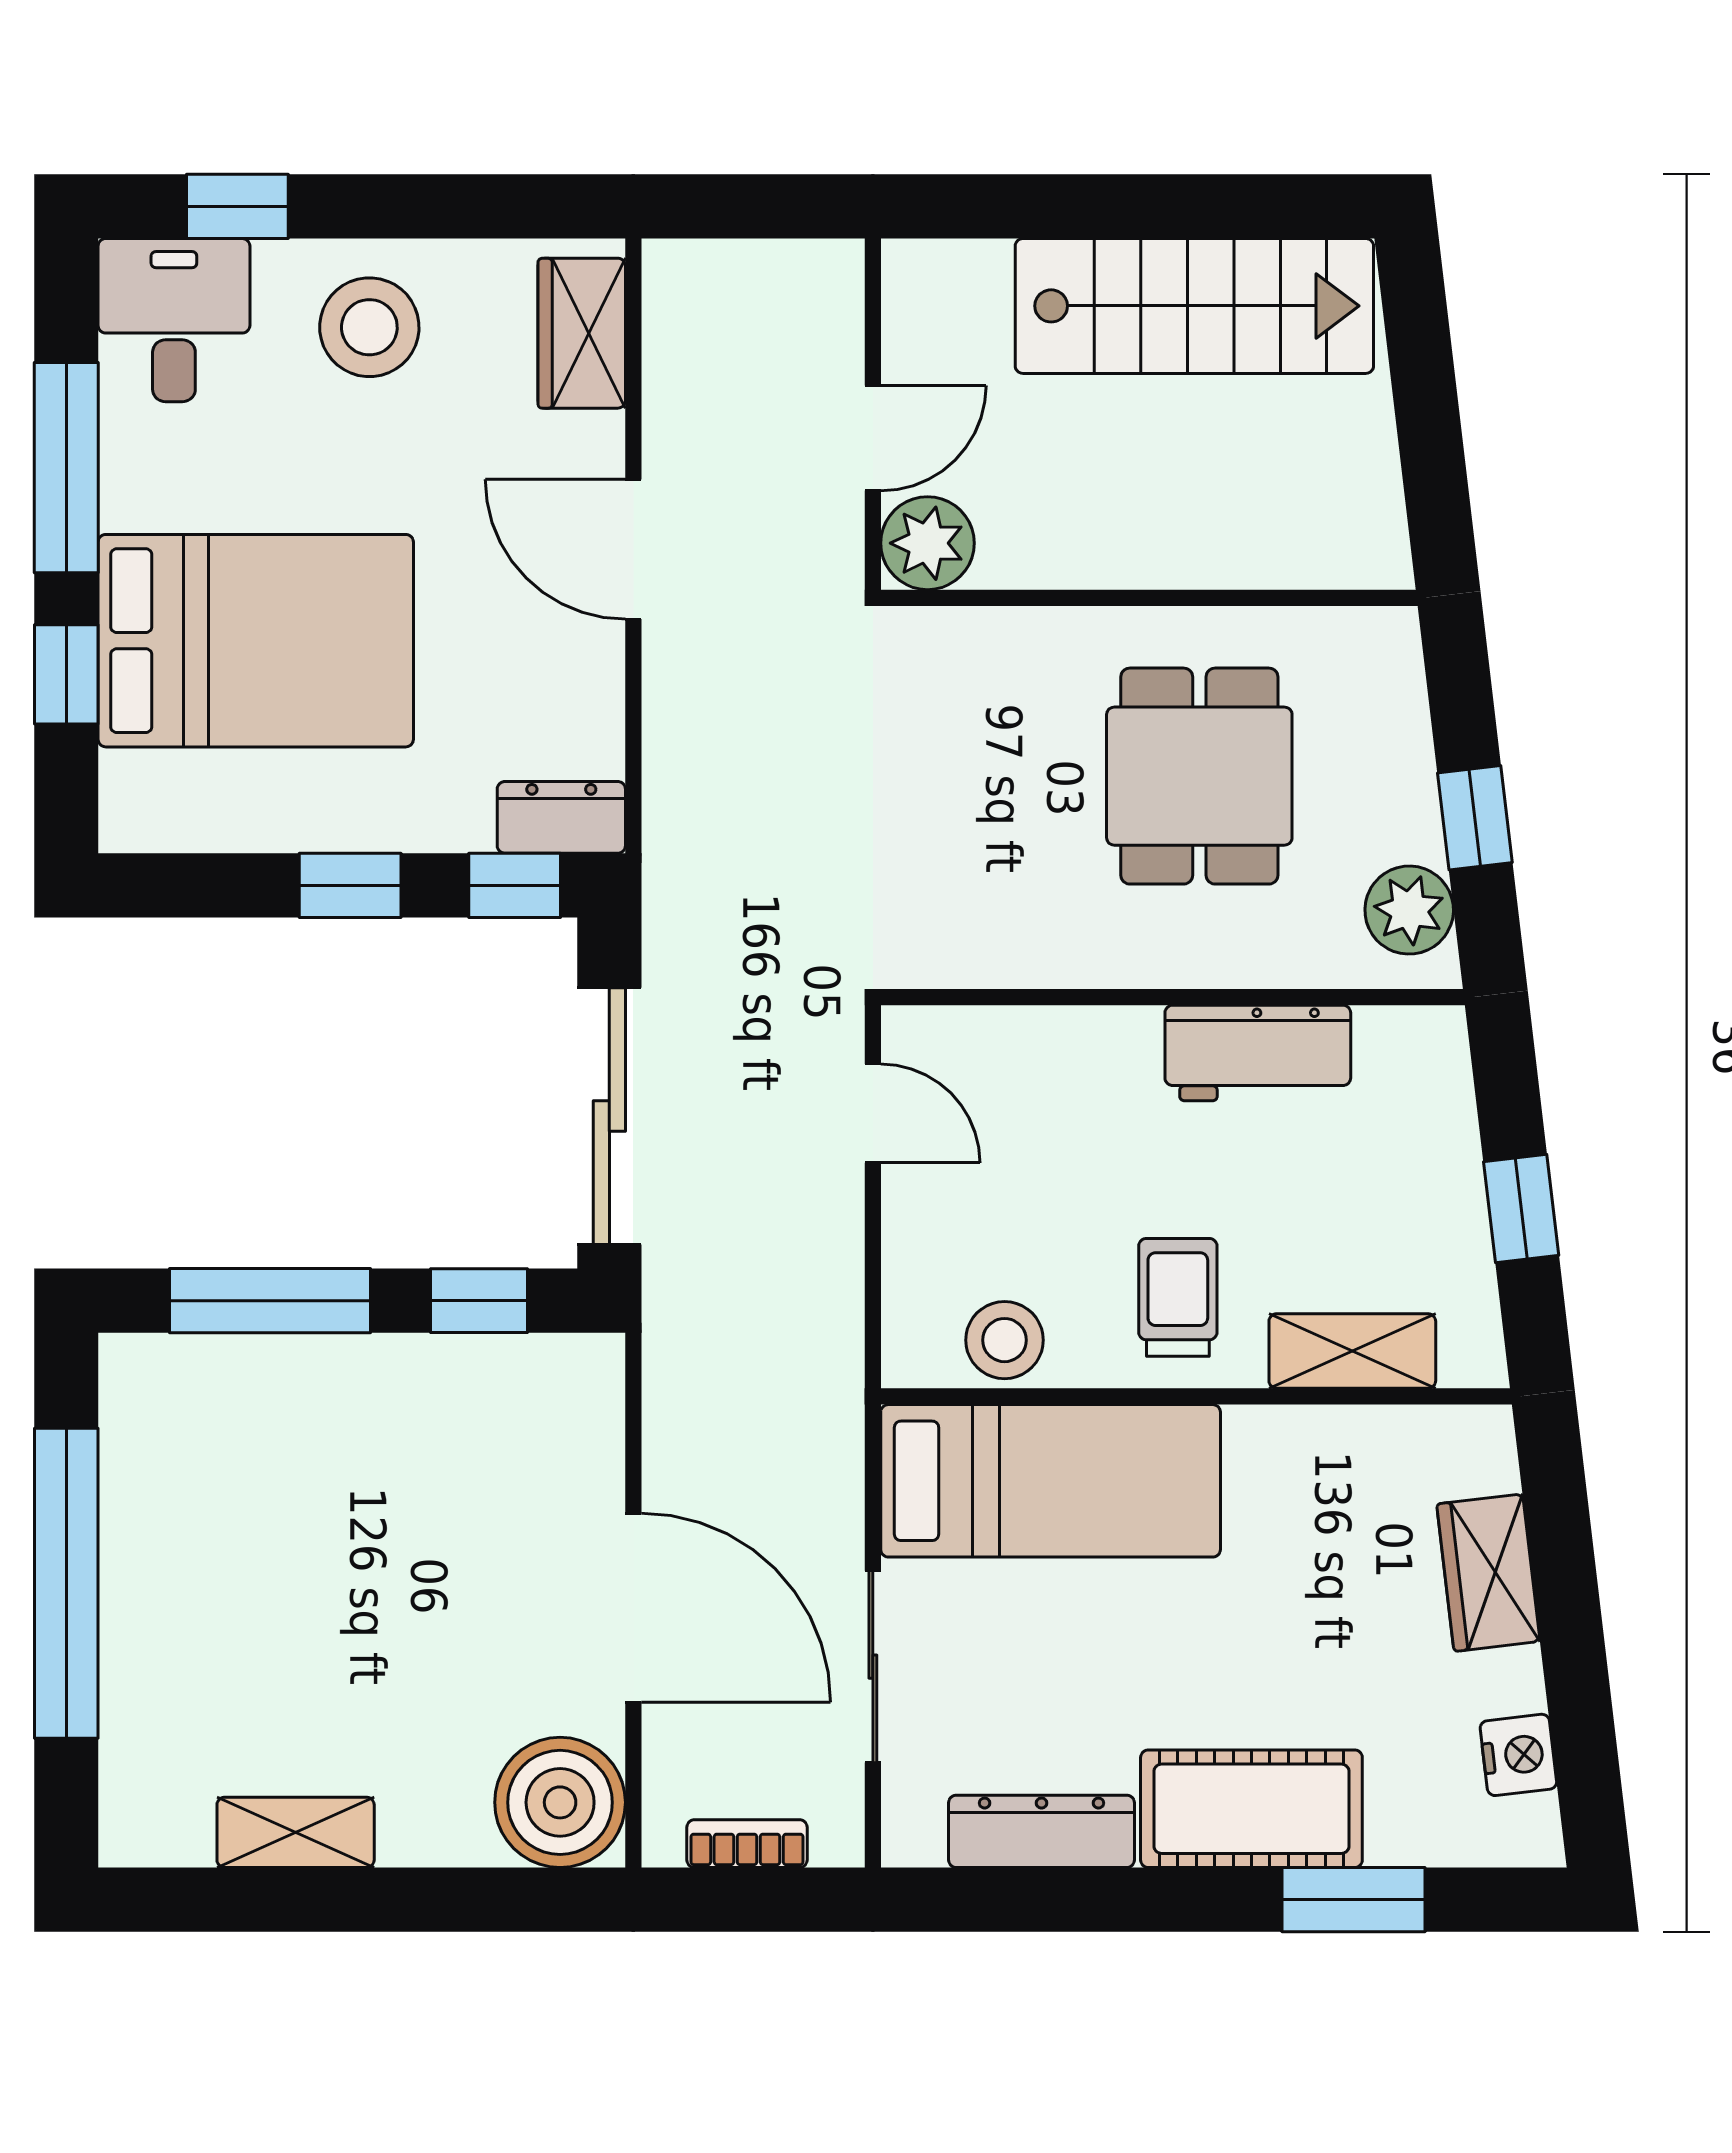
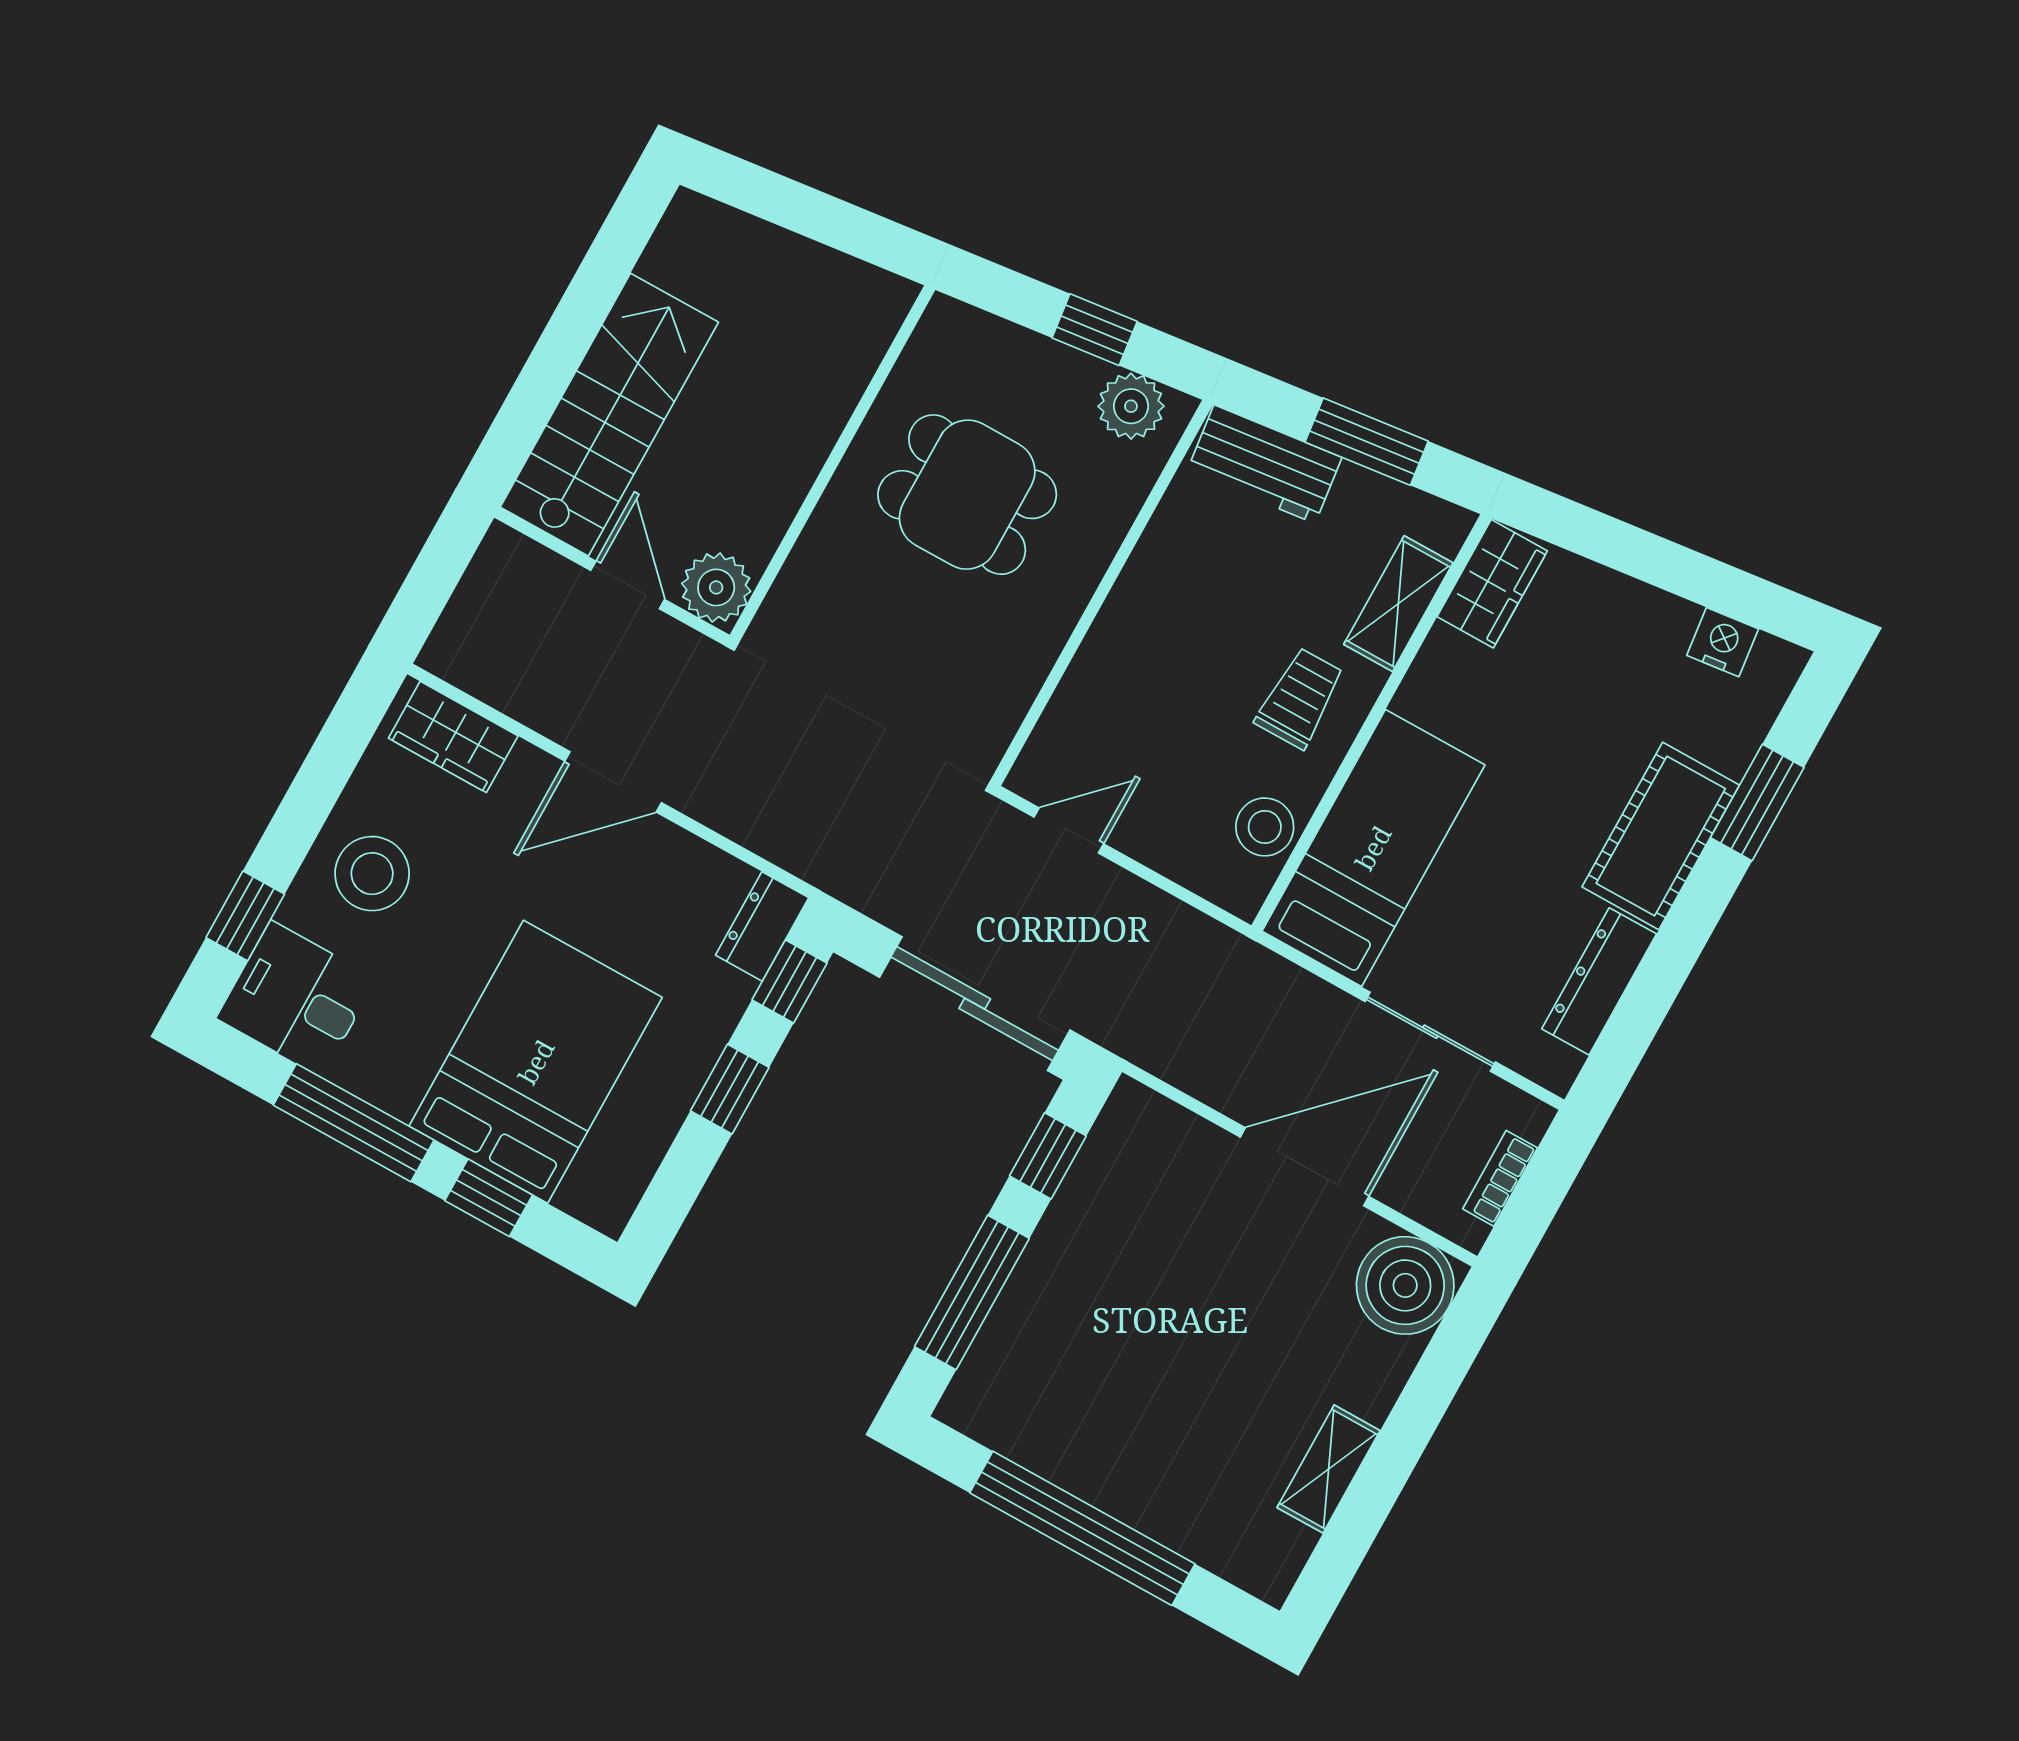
stairs: (1194, 306) -> (609, 415), moved
workbench: (1258, 1053) -> (1264, 464), moved, turned 83
window: (1521, 1209) -> (1367, 442), width x1.50
trolley: (1178, 1297) -> (1300, 698), turned 90
wardrobe: (1488, 1573) -> (1492, 584), moved, turned -83

